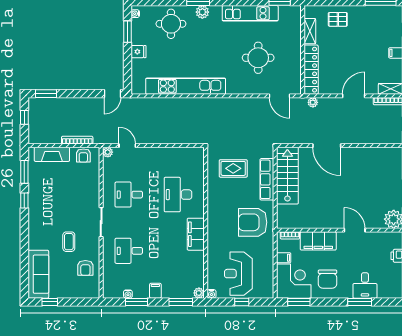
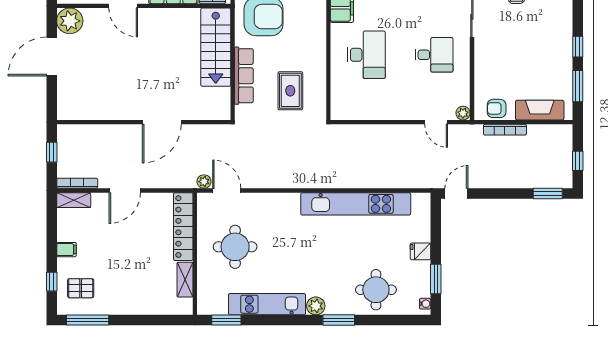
plant: (202, 12) -> (316, 306), moved
pallet: (338, 19) -> (81, 288), moved
round table: (258, 58) -> (235, 247), moved
plant: (313, 102) -> (204, 182), moved
door: (327, 146) -> (162, 122), swing flipped
armchair: (83, 156) -> (497, 108), turned -90
rug: (233, 168) -> (290, 91), turned 90
stairs: (287, 176) -> (216, 47), moved

